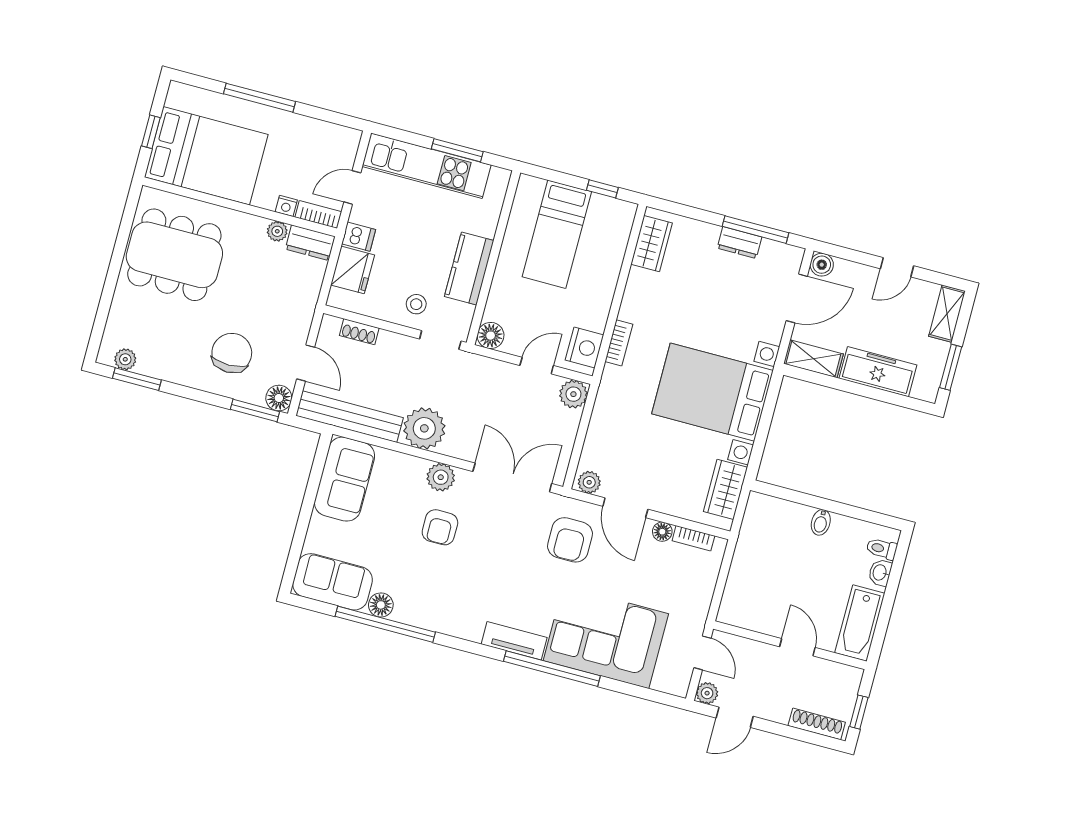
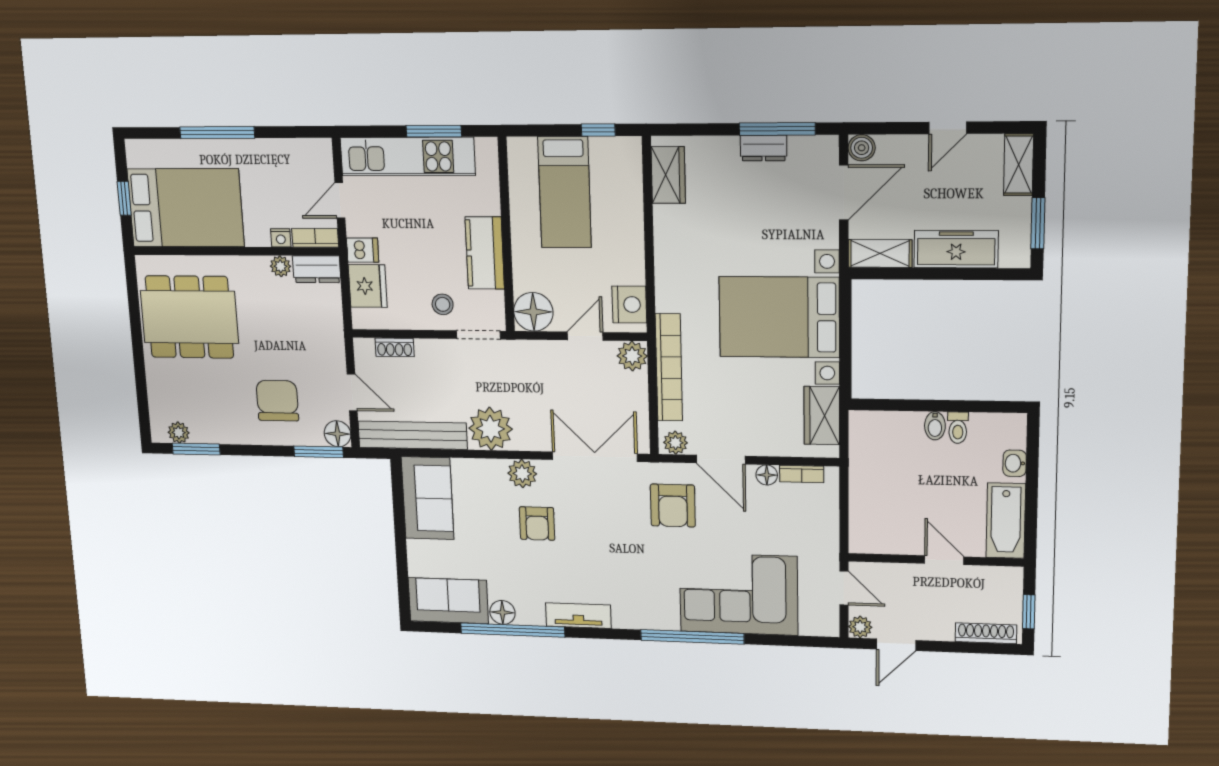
floor lamp: (491, 336) -> (533, 312), width x1.38, depth x1.38
bookcase: (619, 343) -> (669, 367), moved, width x2.31, depth x1.31
toilet: (882, 549) -> (958, 428), moved, turned -90
tv unit: (514, 641) -> (578, 616), moved

